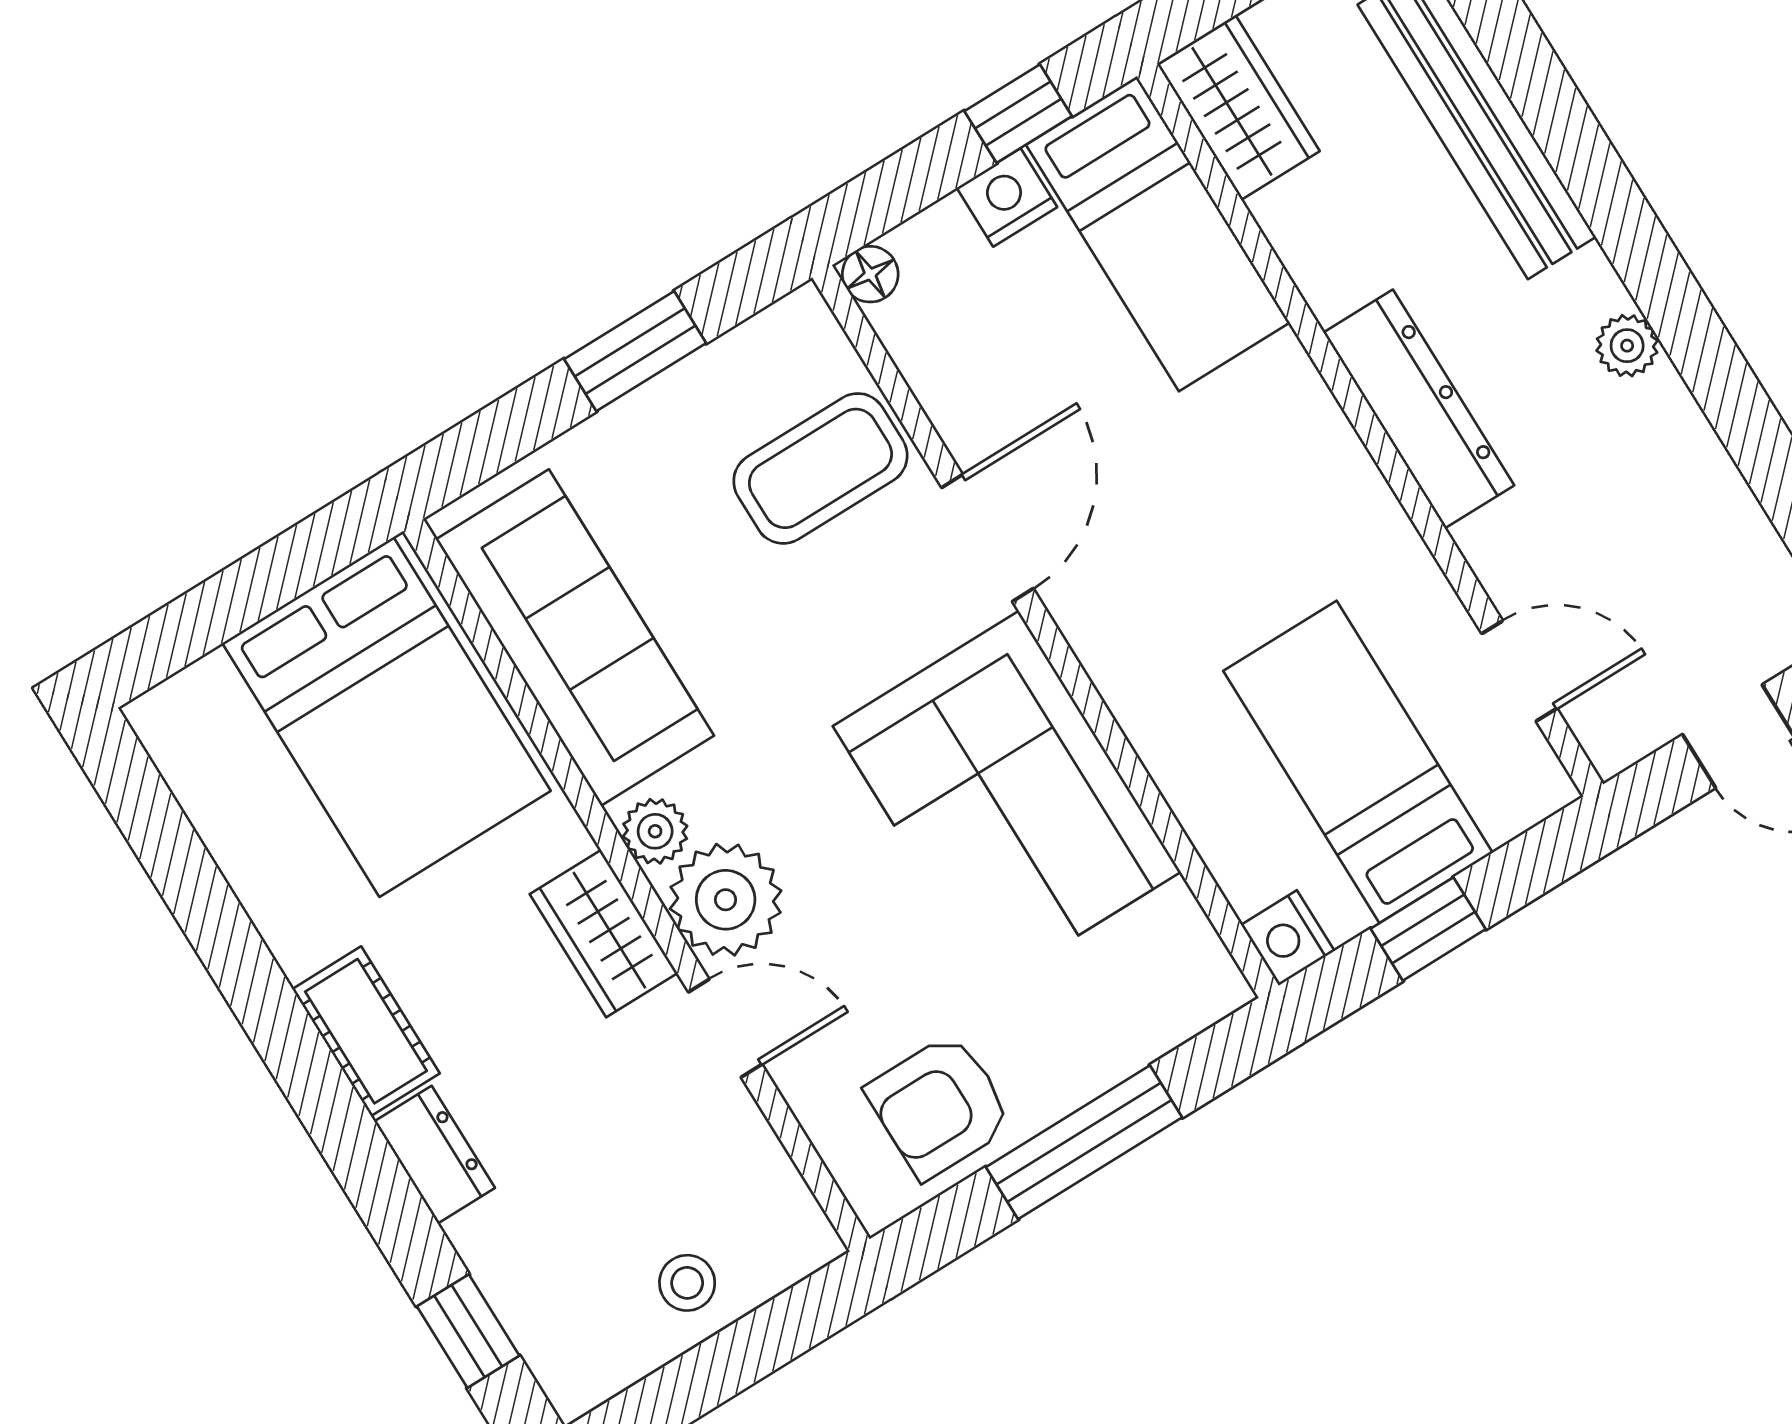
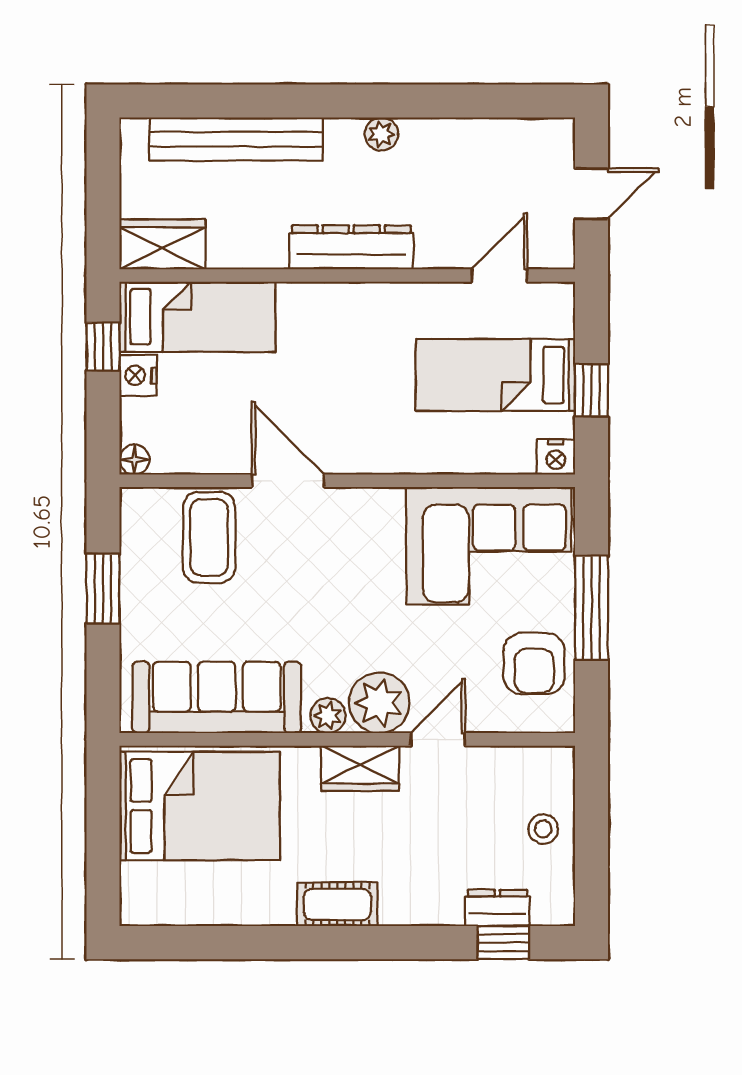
corner sofa: (1007, 799) -> (489, 546), moved
dresser: (435, 1155) -> (497, 908), moved

